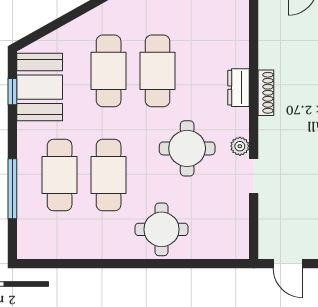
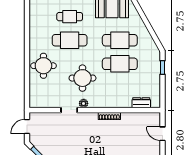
dresser: (239, 88) -> (141, 103), moved
cafe table: (60, 175) -> (70, 17), width x0.73, depth x0.74

